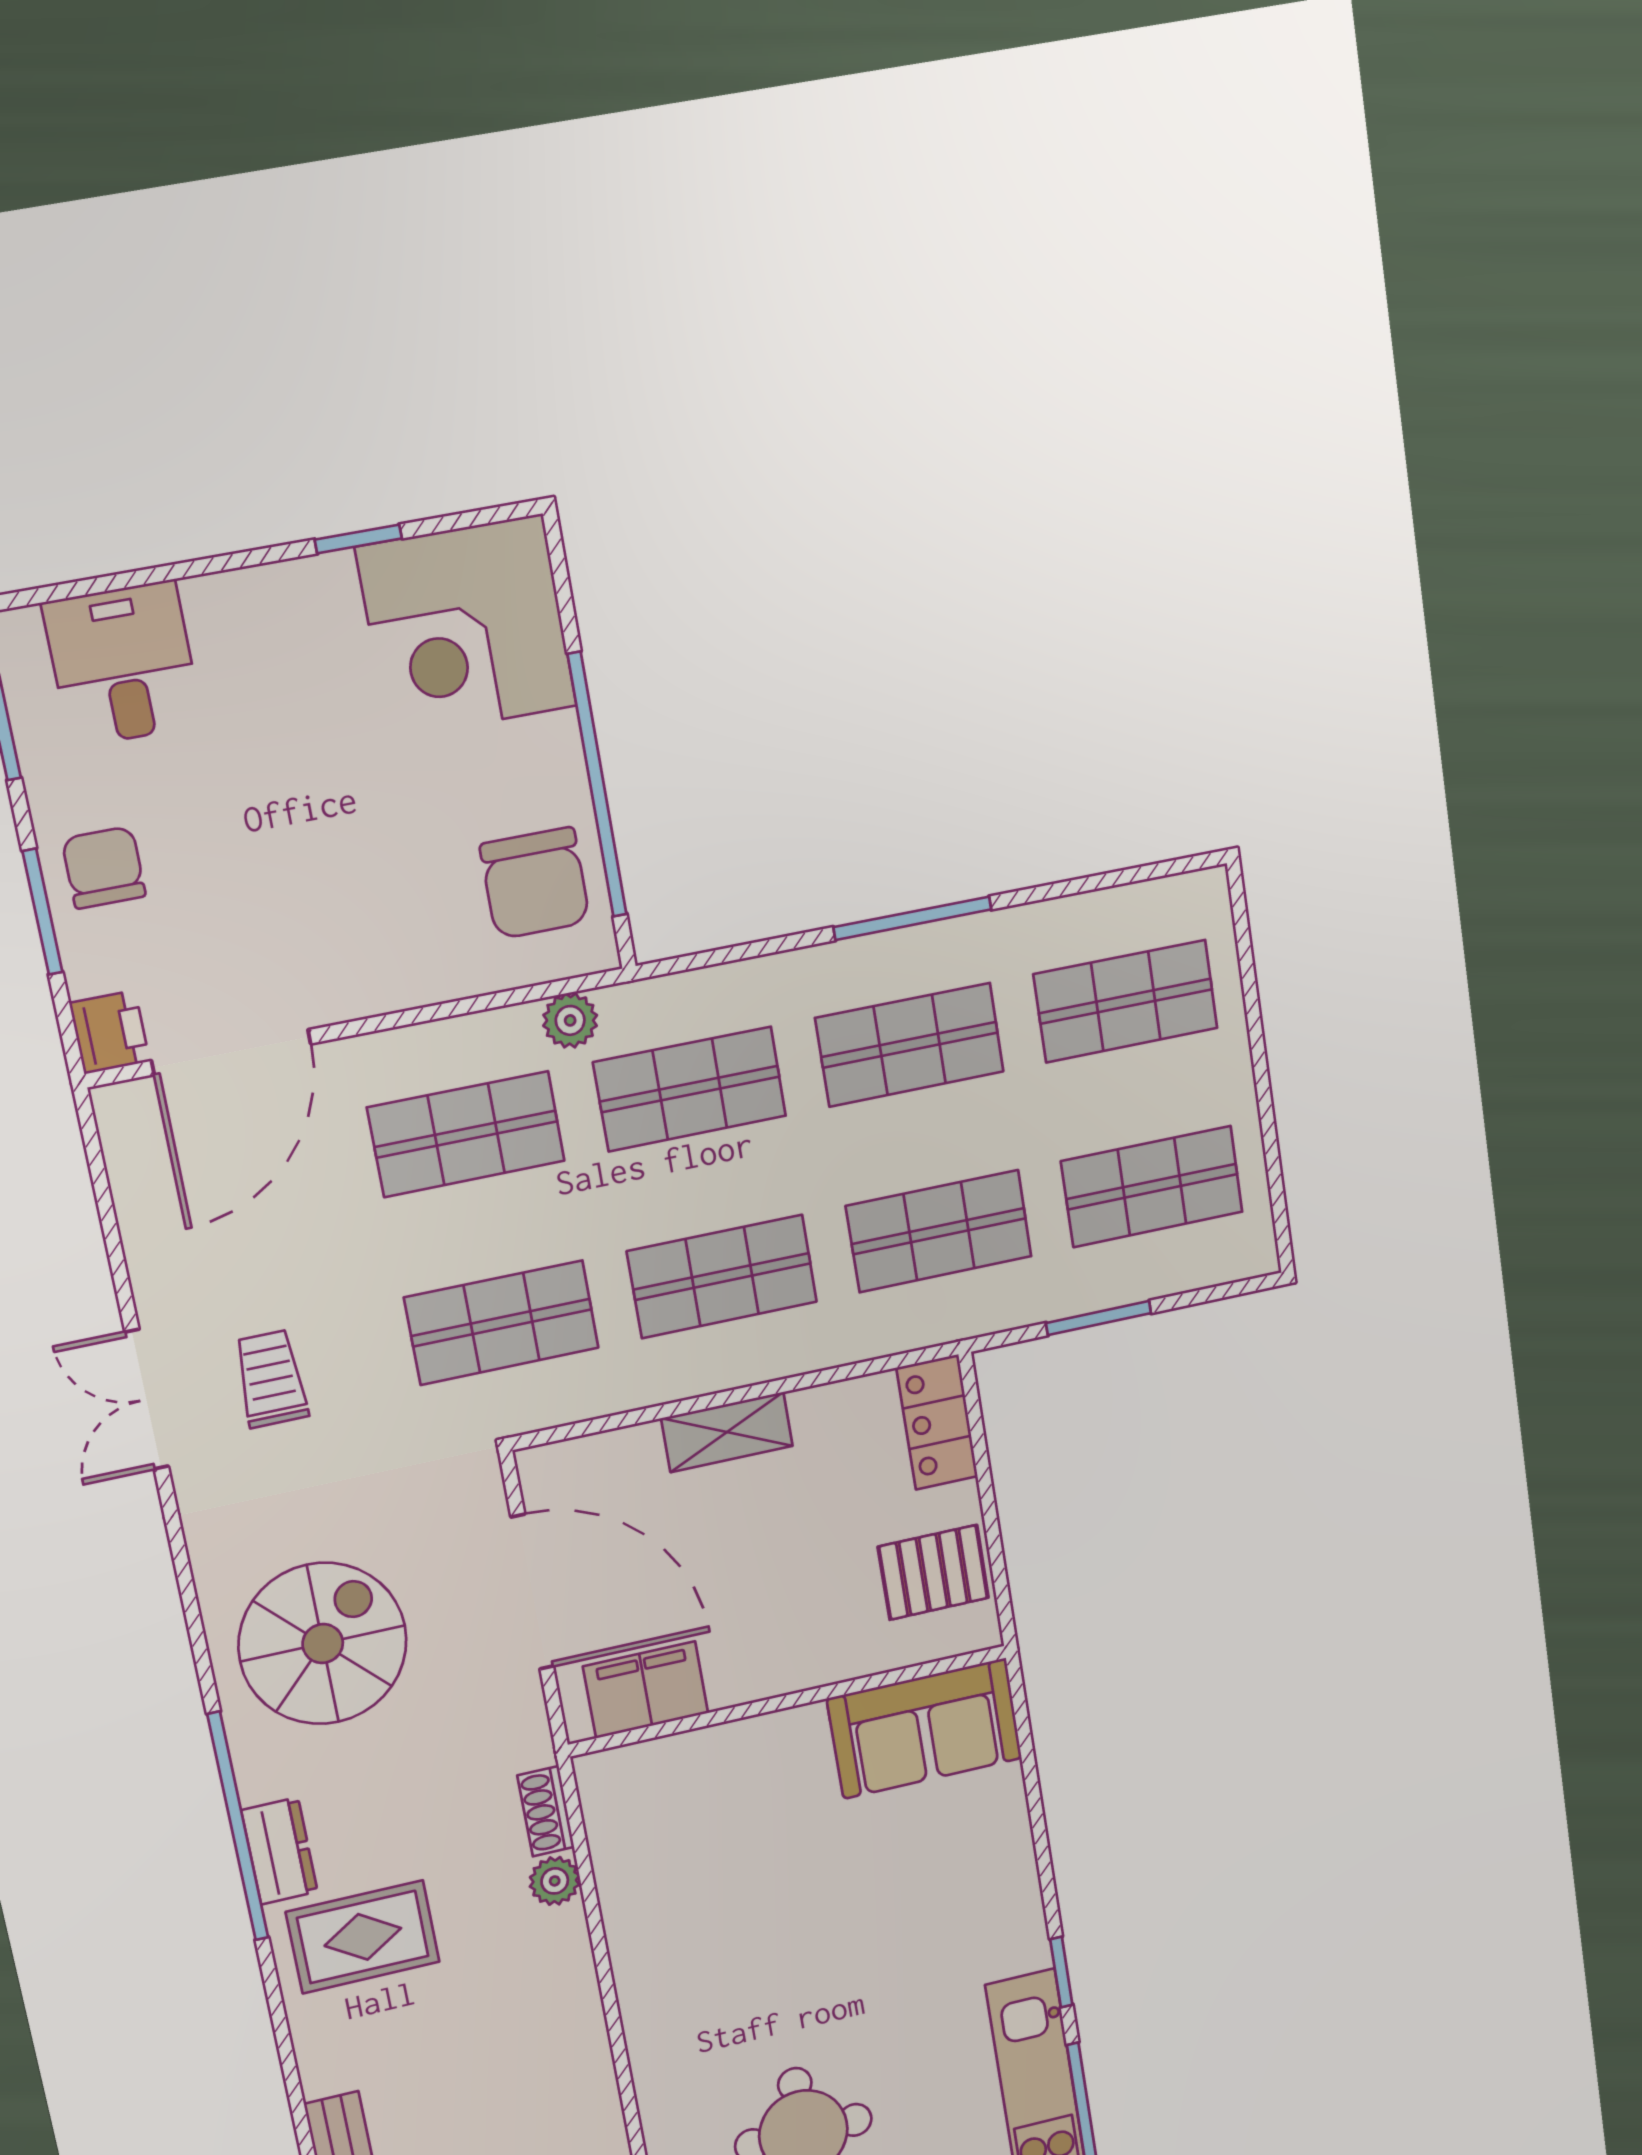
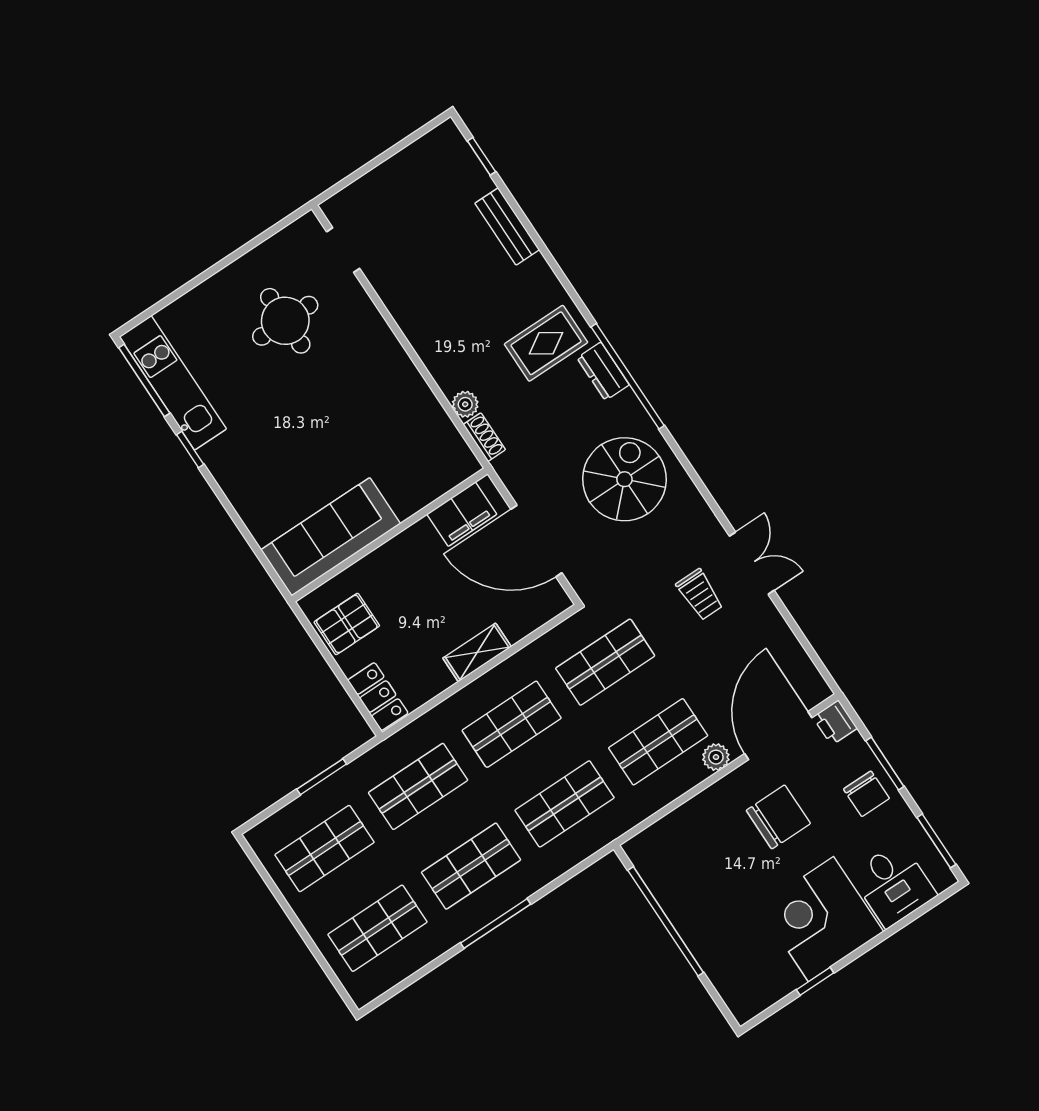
corner desk: (466, 627) -> (821, 919), moved, turned -90
chair: (535, 883) -> (778, 817), moved, turned 90
plant: (570, 1020) -> (716, 757), moved
spiral stairs: (323, 1644) -> (624, 479), turned 180
sofa: (925, 1728) -> (331, 537), width x1.36

